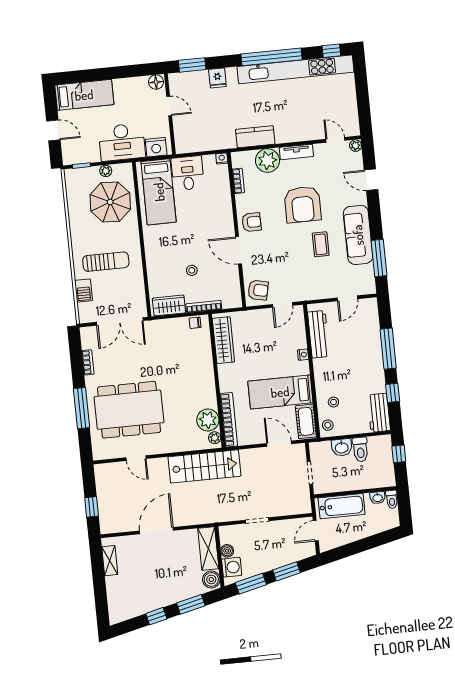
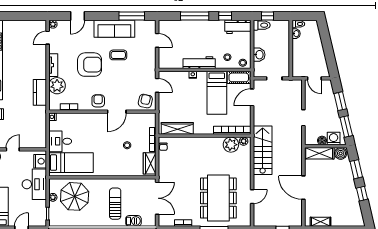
workbench: (319, 334) -> (199, 63), moved
toilet: (360, 449) -> (262, 25), moved
bathtub: (342, 506) -> (299, 59), removed

